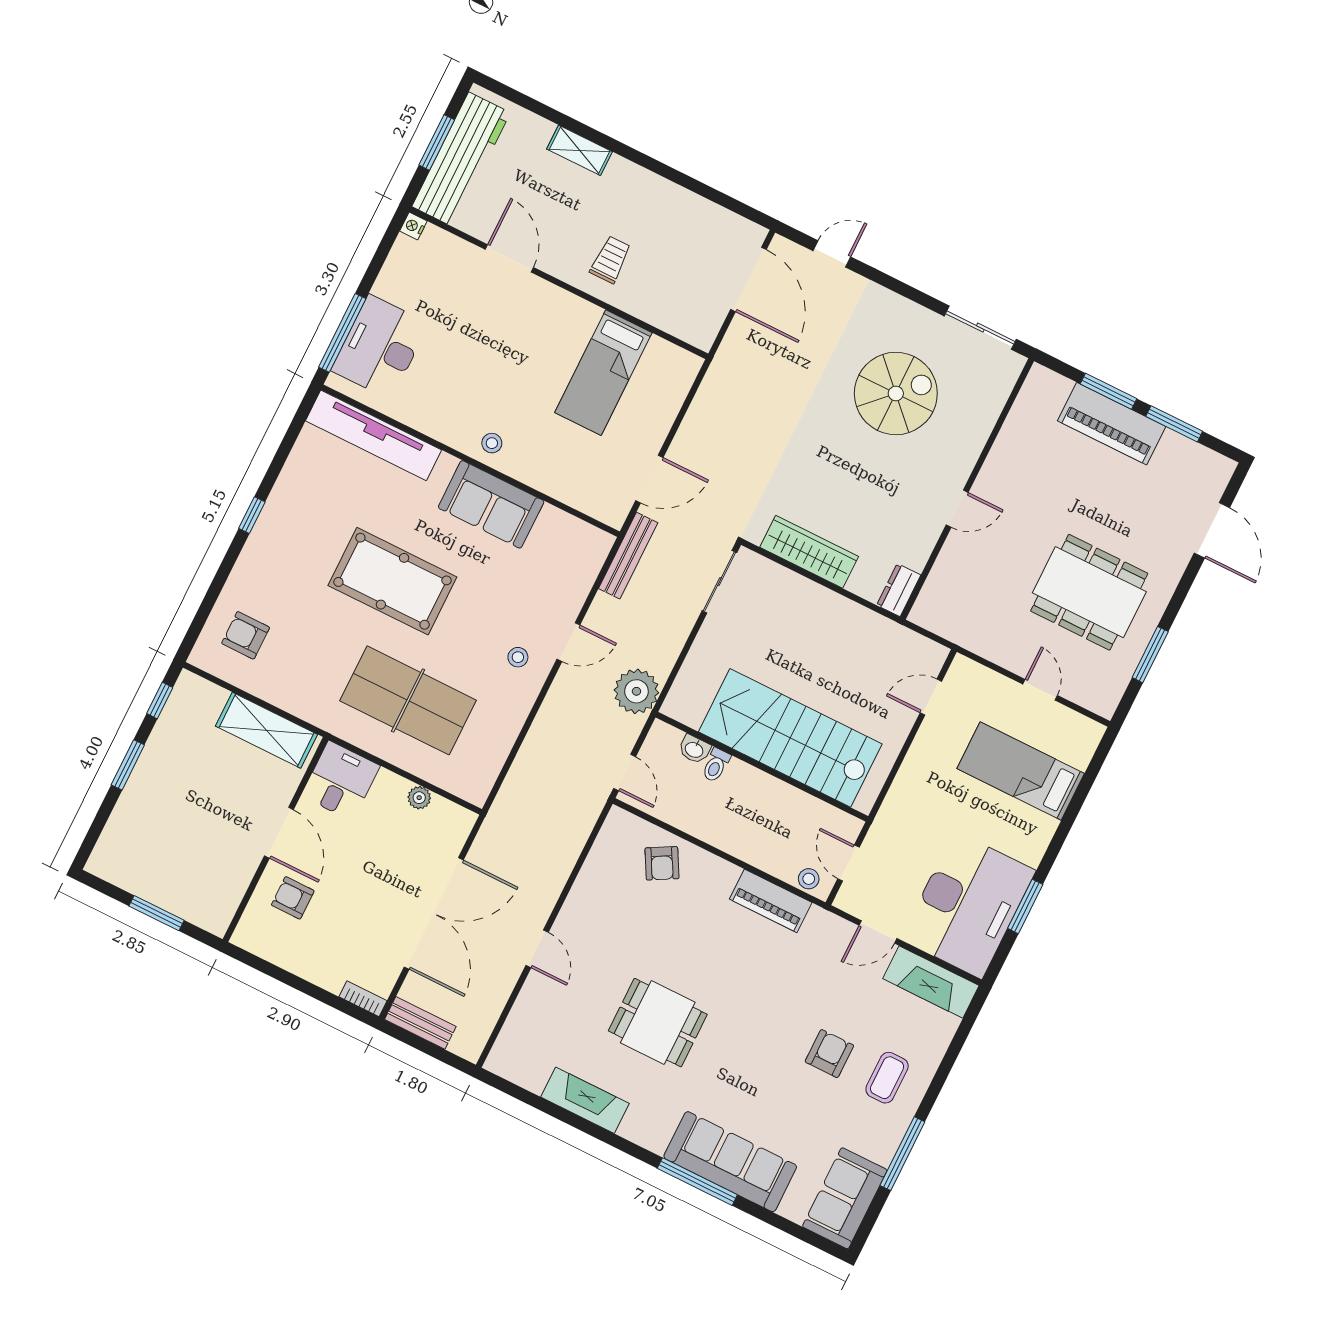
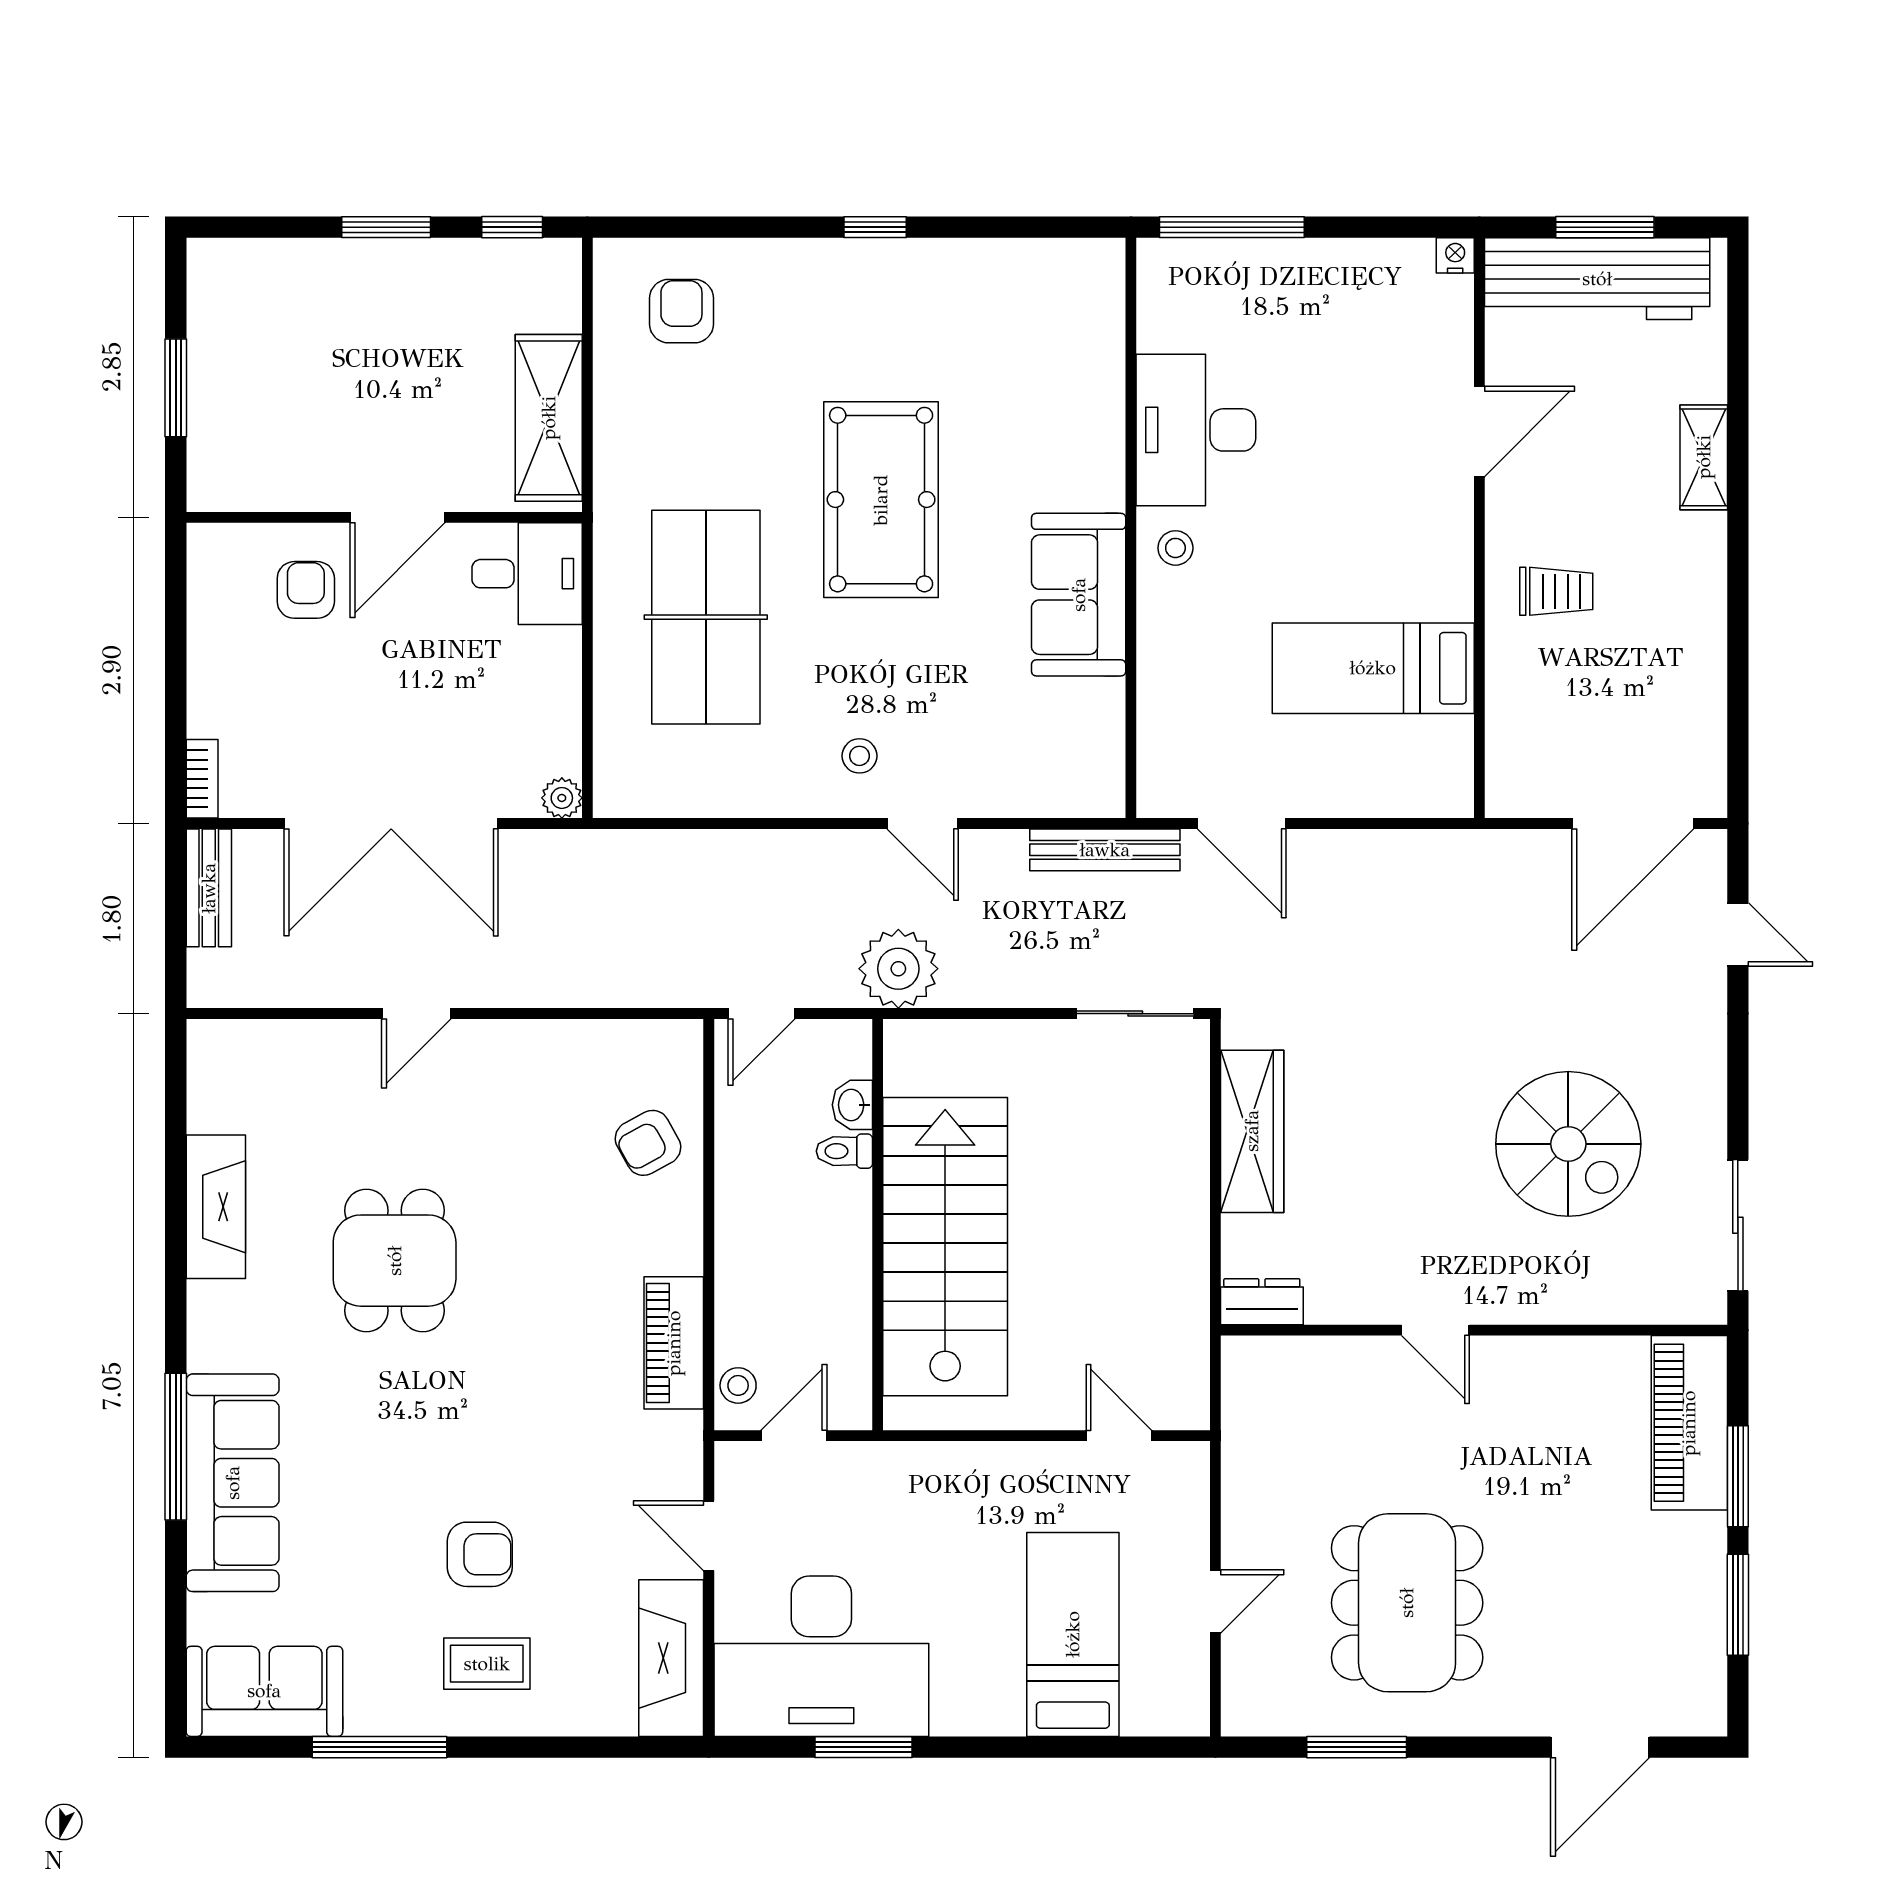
desk: (380, 347) -> (1196, 430), moved, turned -90
piano: (1112, 424) -> (1689, 1423), moved
tv unit: (374, 435) -> (1095, 356), removed
plant: (419, 798) -> (562, 798), moved

